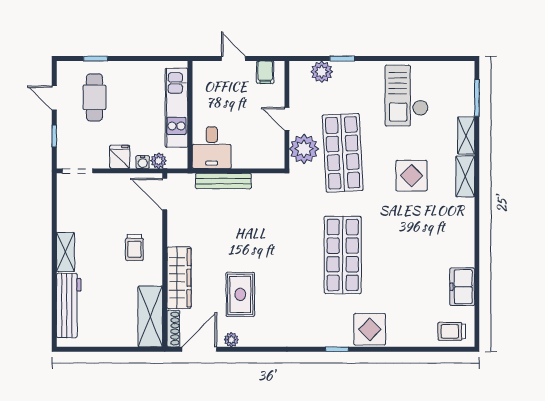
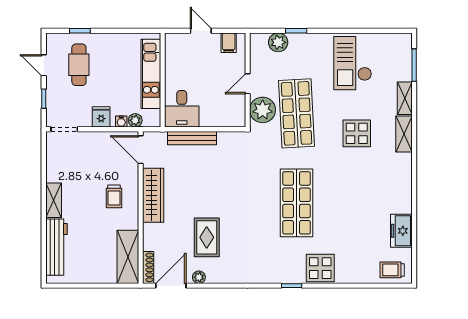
door: (287, 119) -> (248, 84), hinge flipped
wardrobe: (179, 278) -> (153, 195), moved

